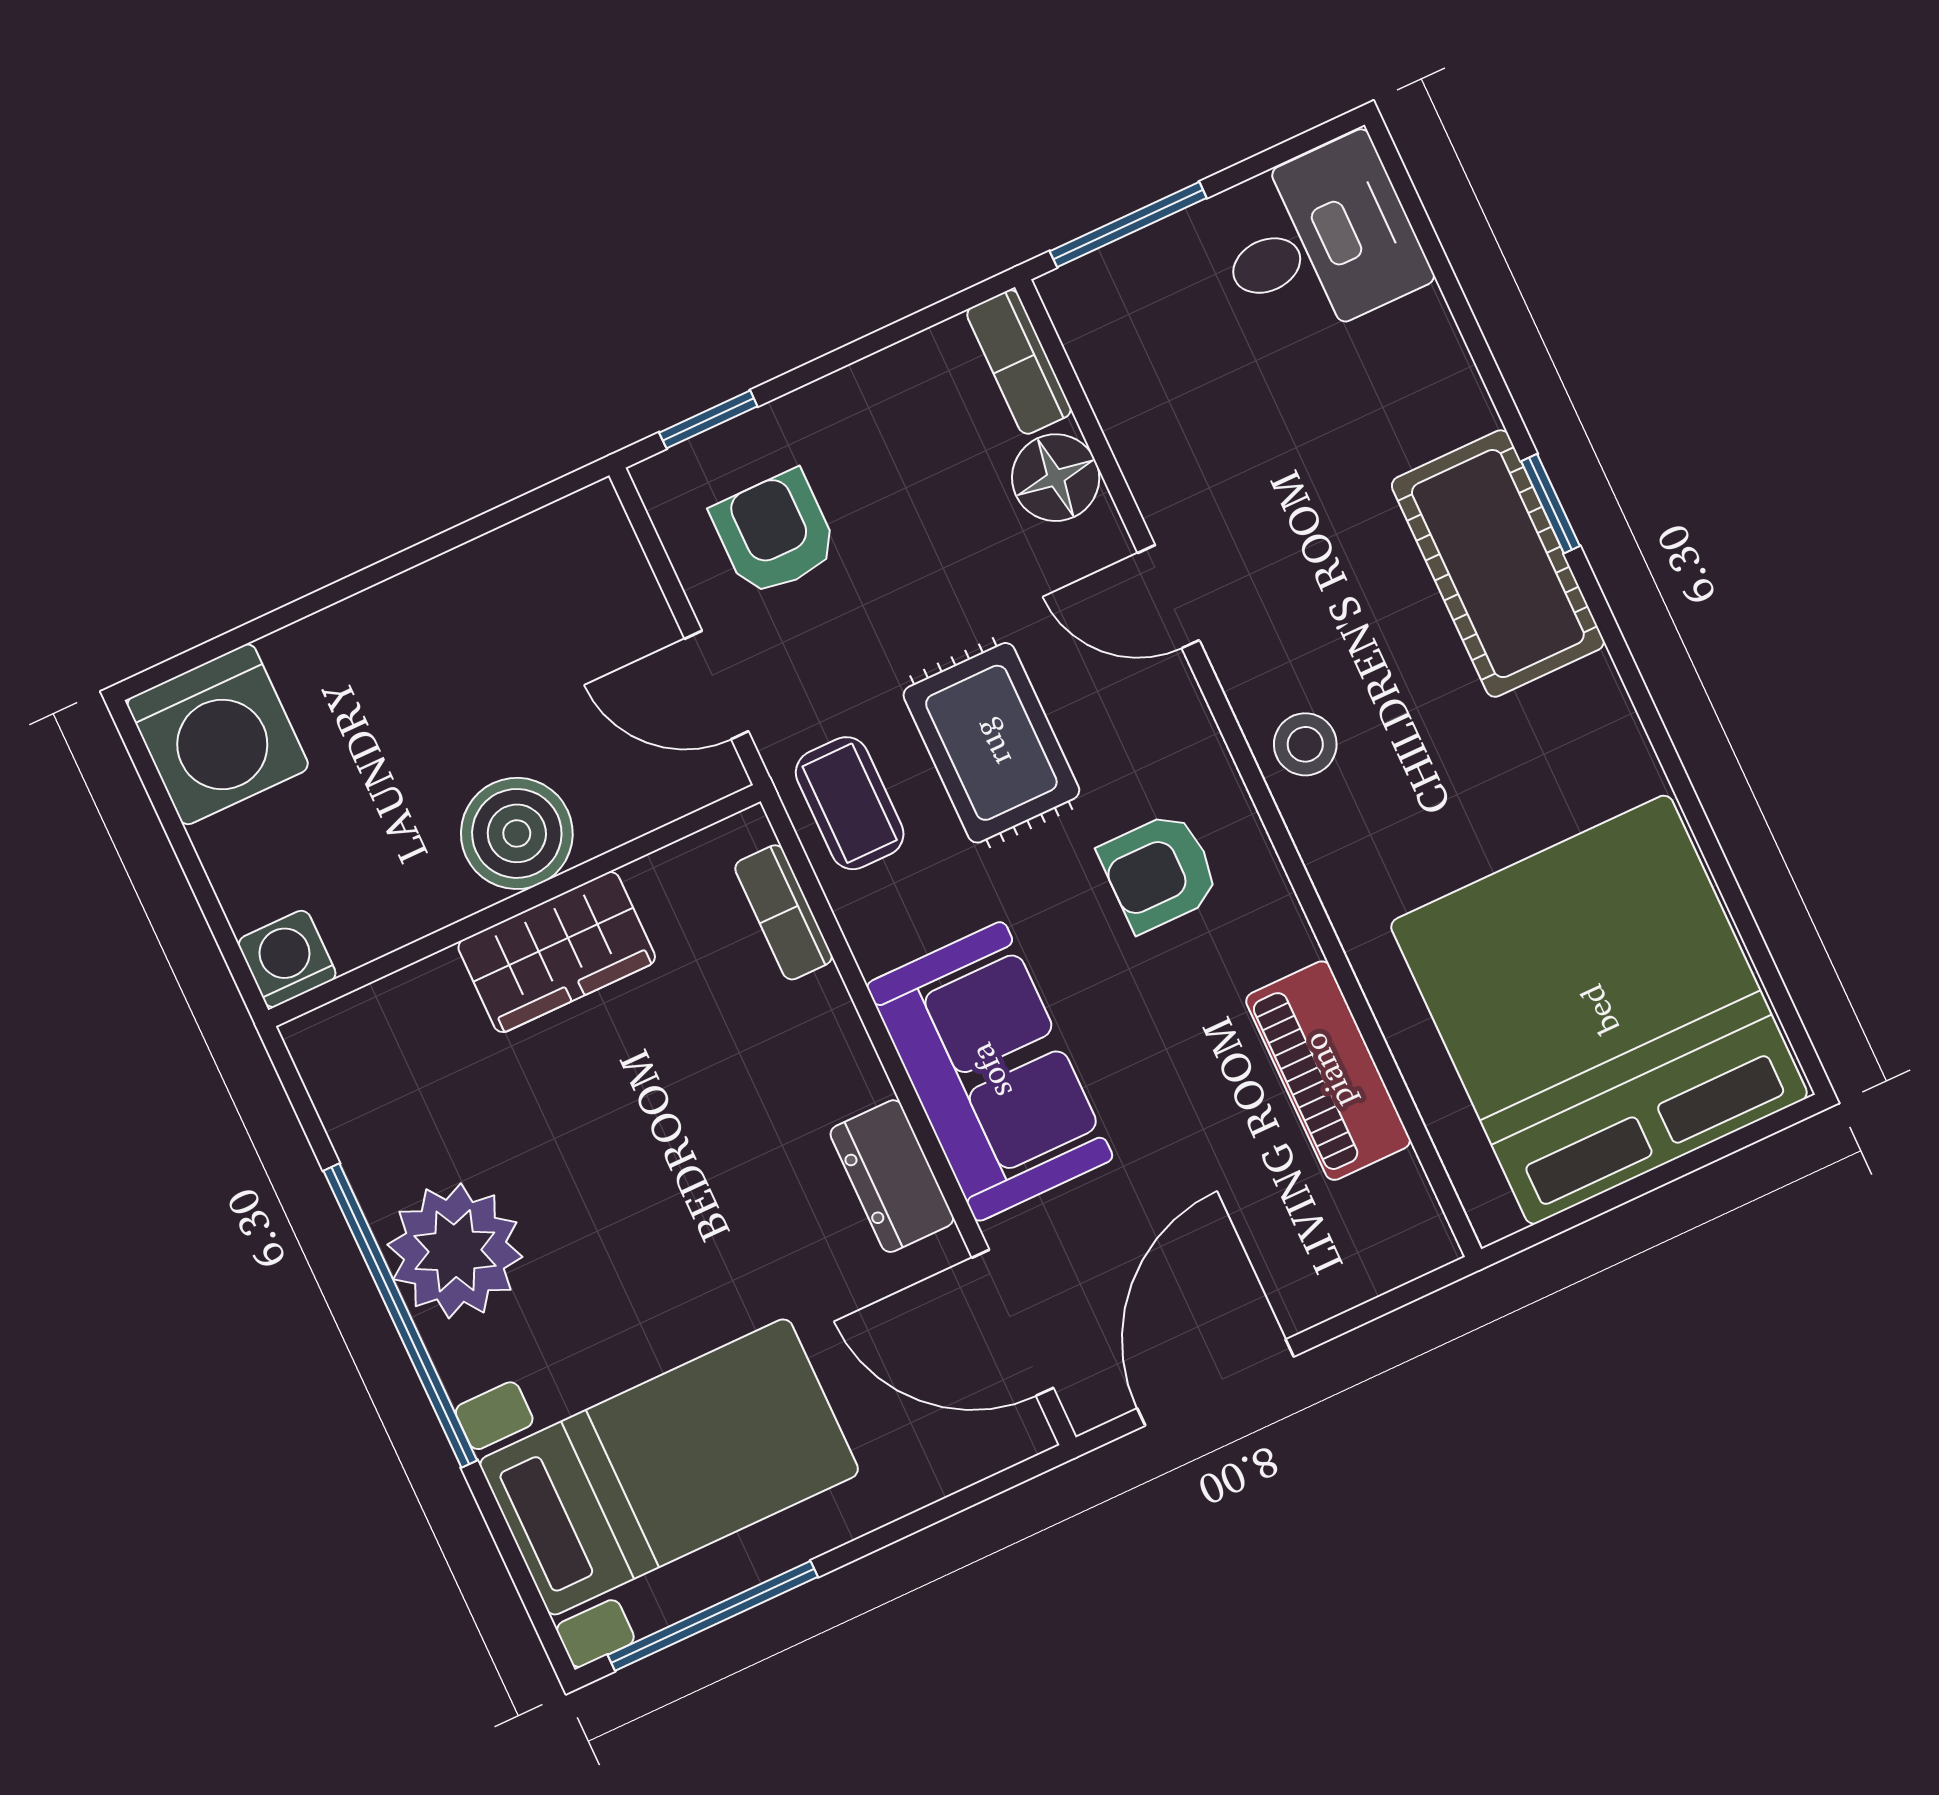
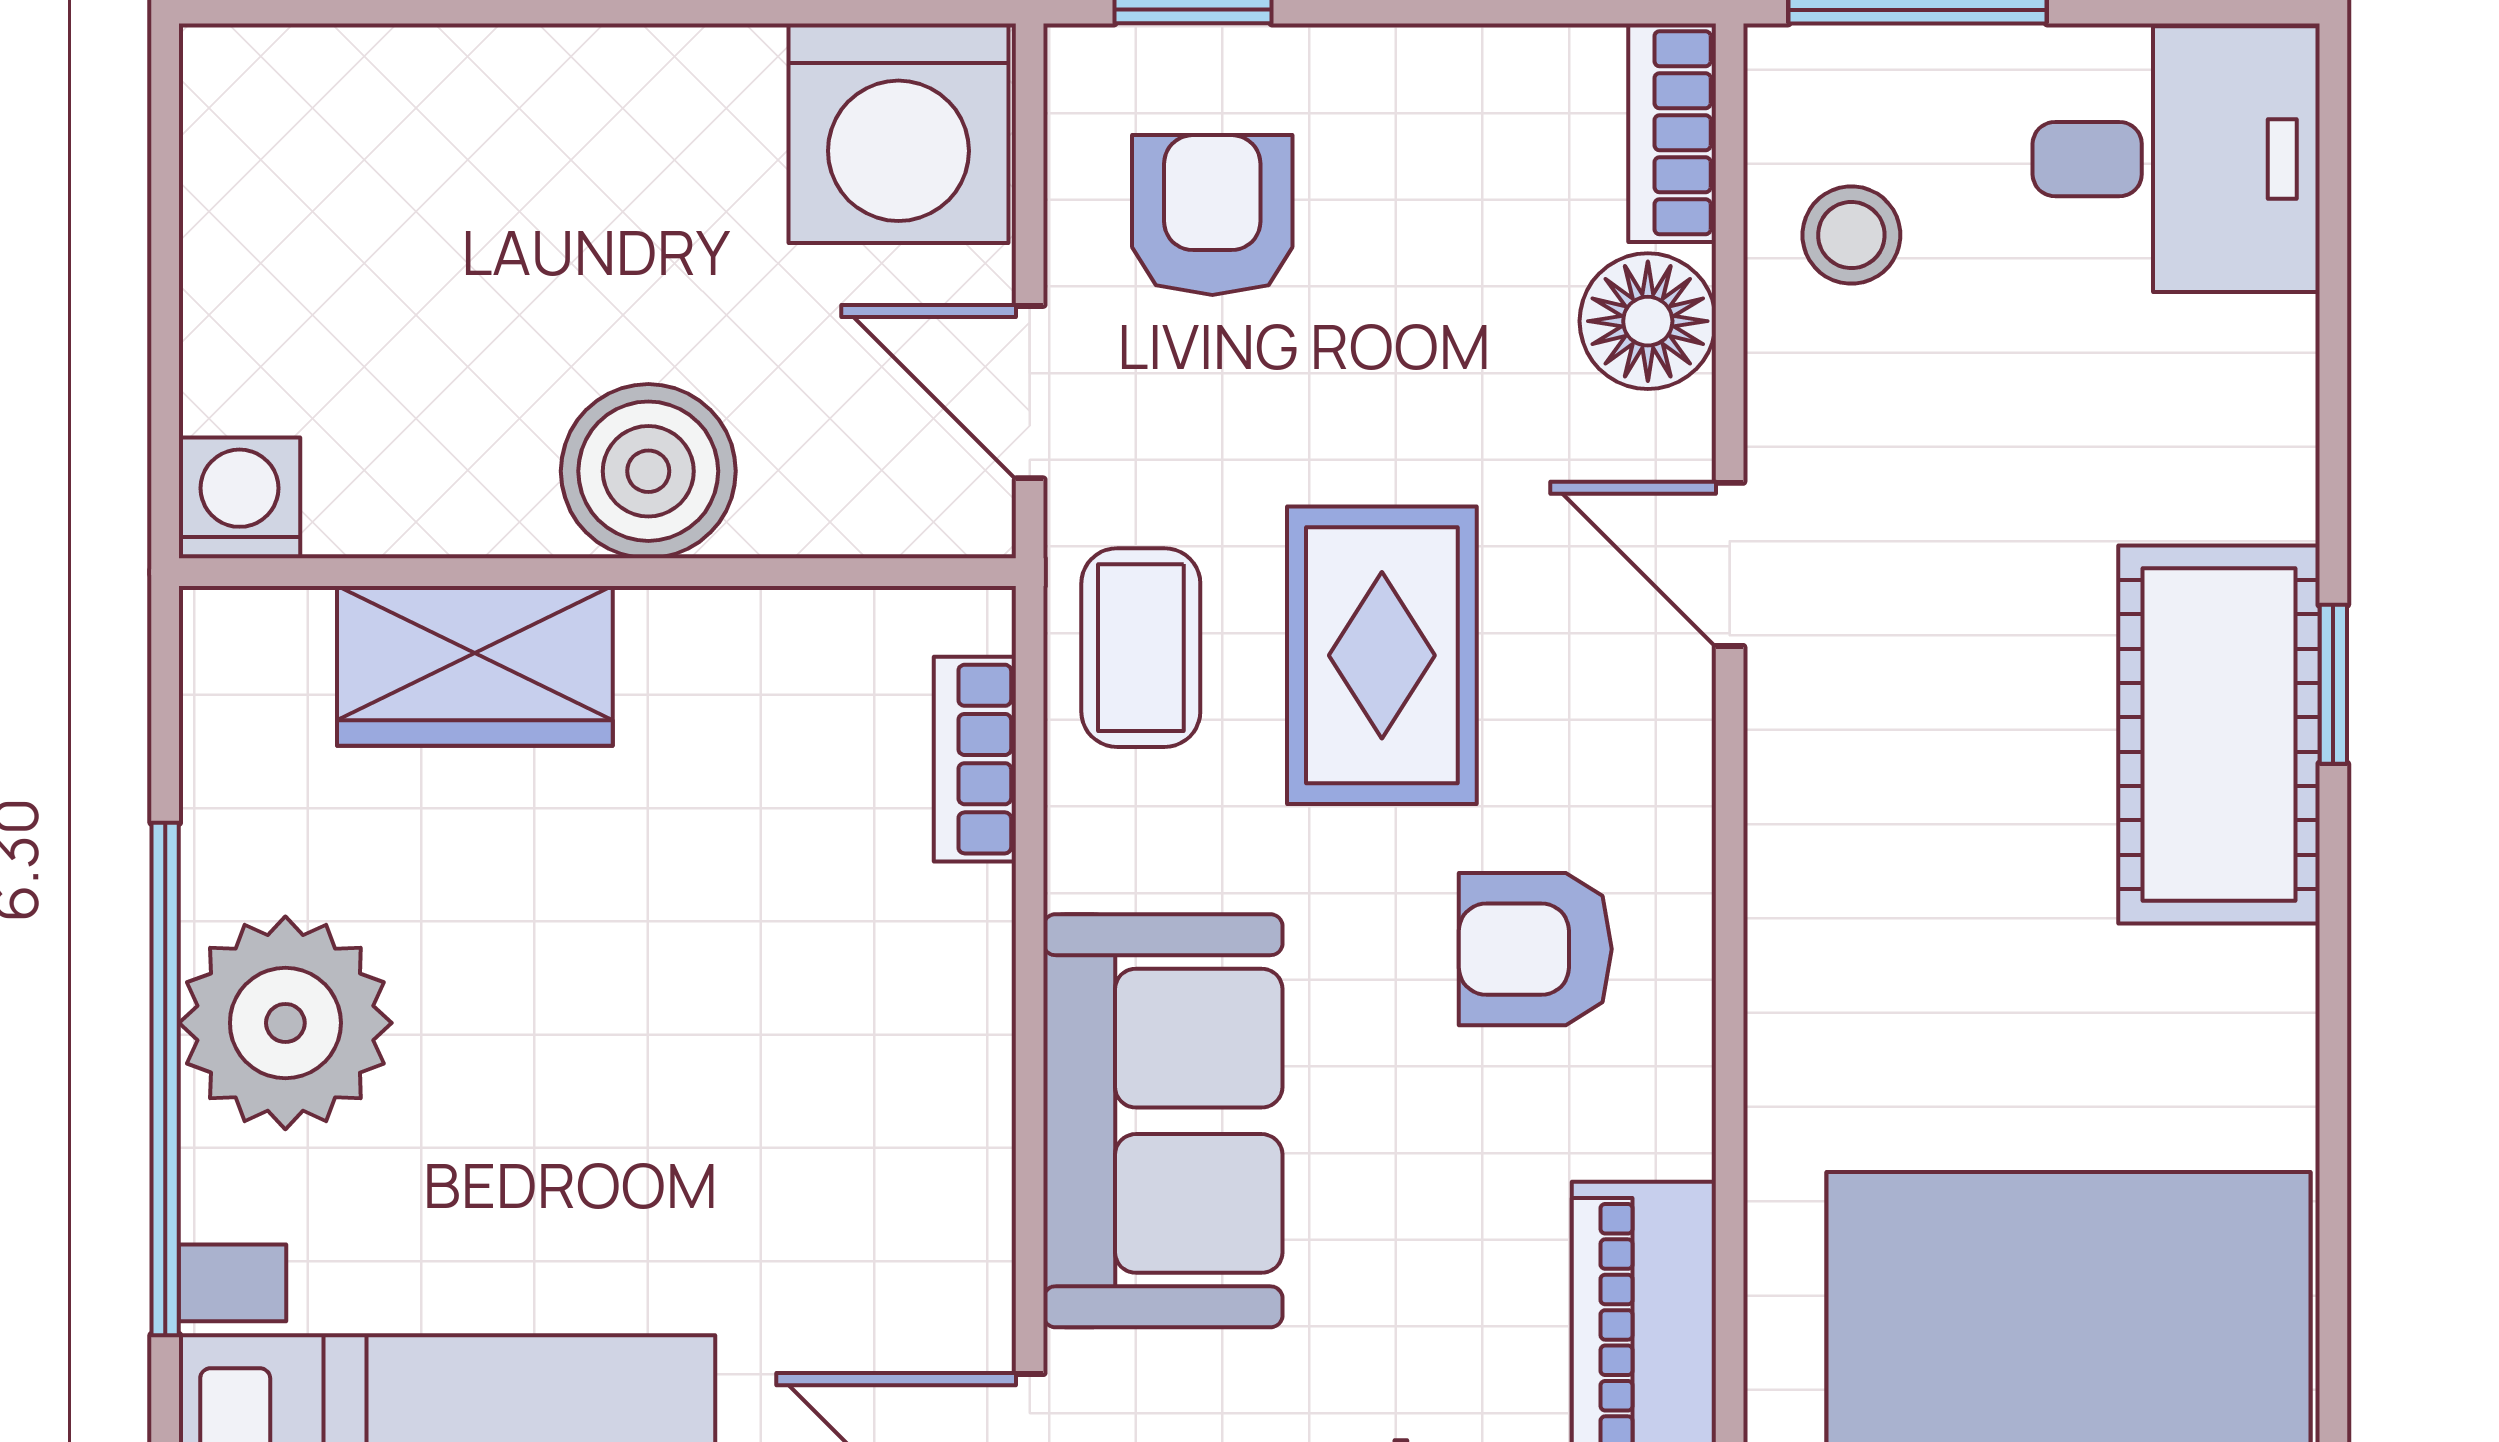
washing machine: (218, 734) -> (898, 133), moved
stool: (1305, 744) -> (1851, 235), moved
wardrobe: (557, 952) -> (475, 666), moved
dresser: (892, 1176) -> (955, 1205), removed

